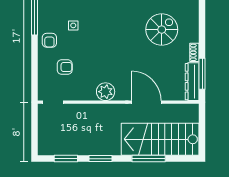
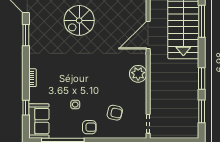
spiral stairs: (162, 30) -> (79, 20), turned -90
armchair: (65, 67) -> (115, 113), turned 103
window: (149, 159) -> (202, 21), moved

